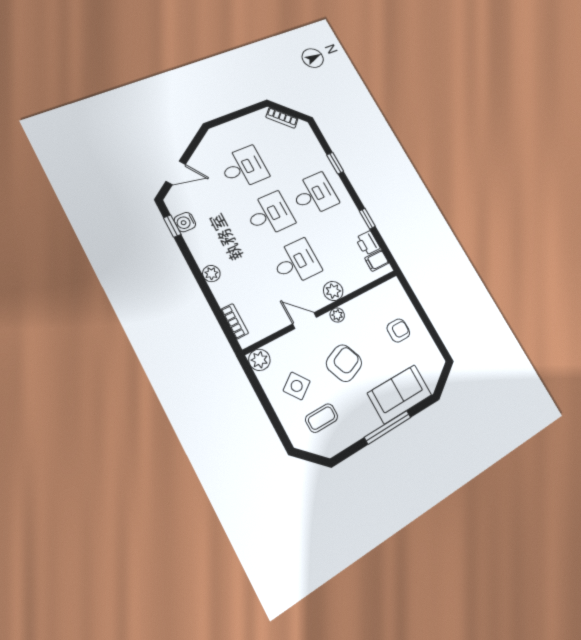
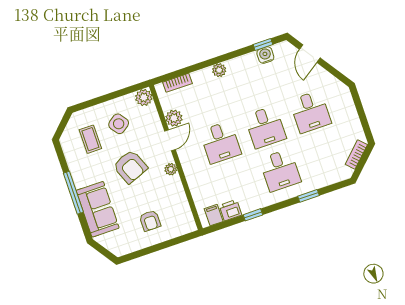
plant: (333, 291) -> (174, 118), moved

